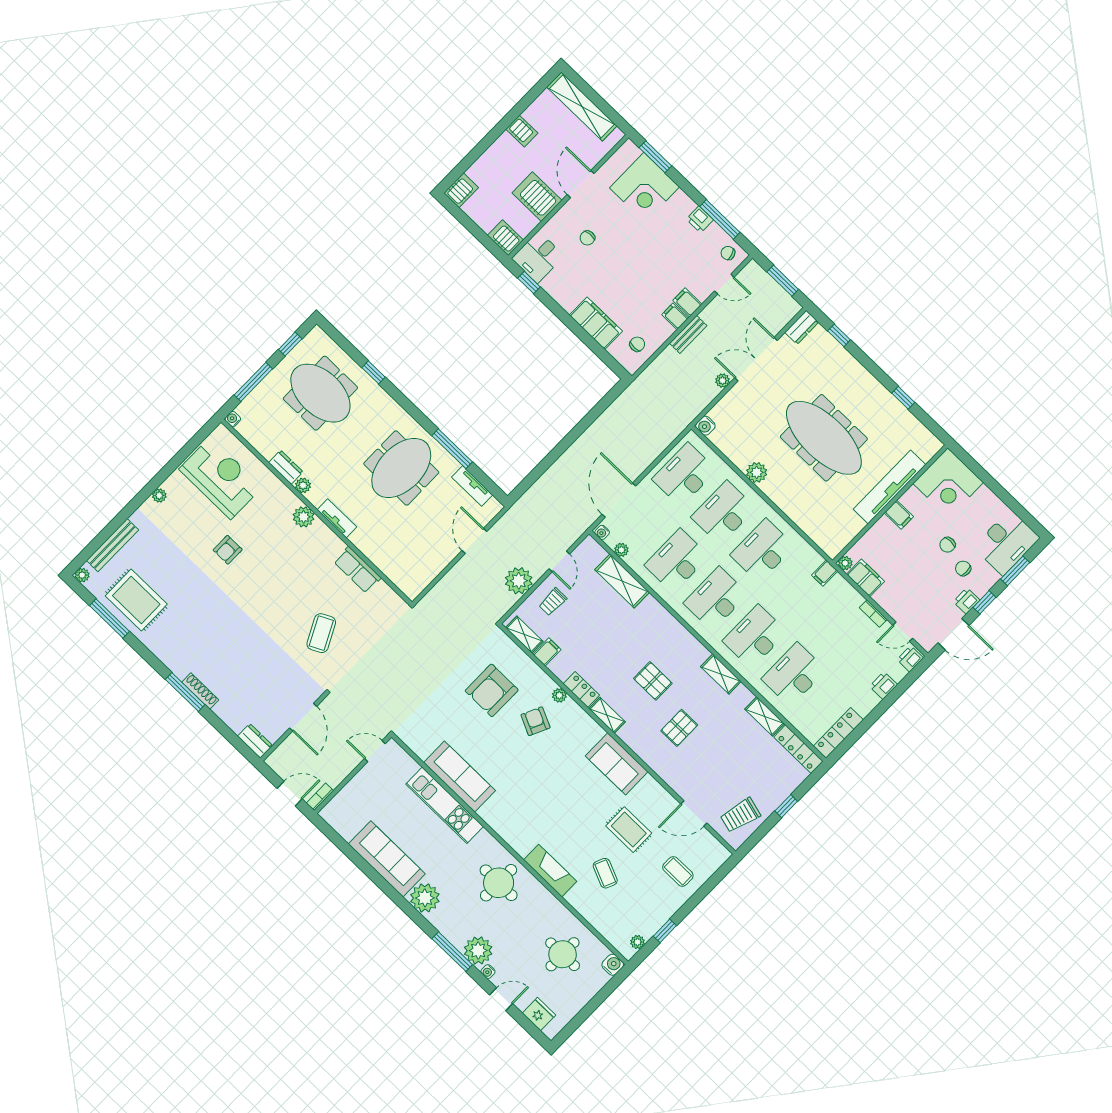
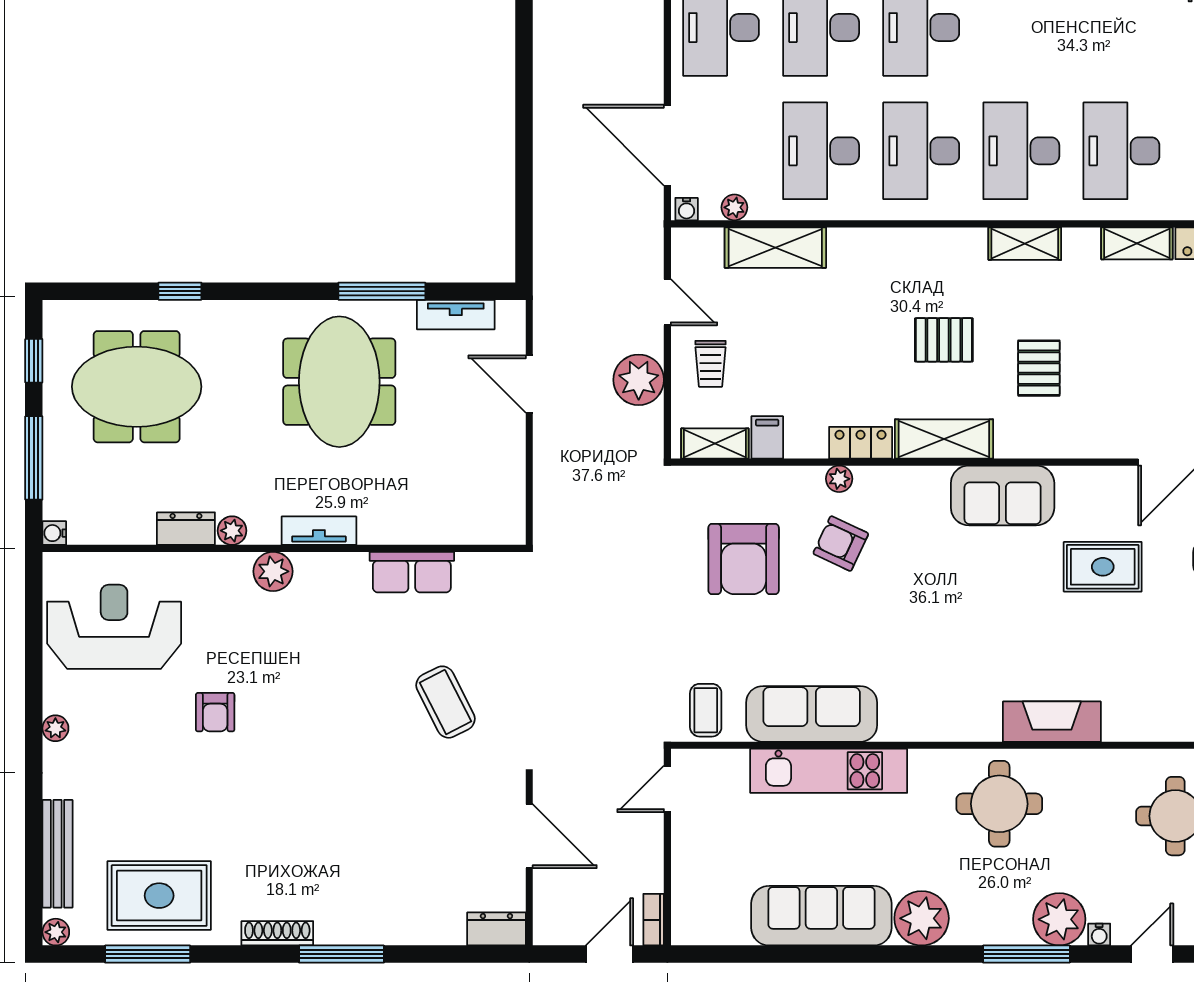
shoe rack: (200, 691) -> (277, 933), moved
shelving: (607, 715) -> (944, 439), width x1.50, depth x1.33
coffee table: (605, 873) -> (706, 710), moved, turned 67

